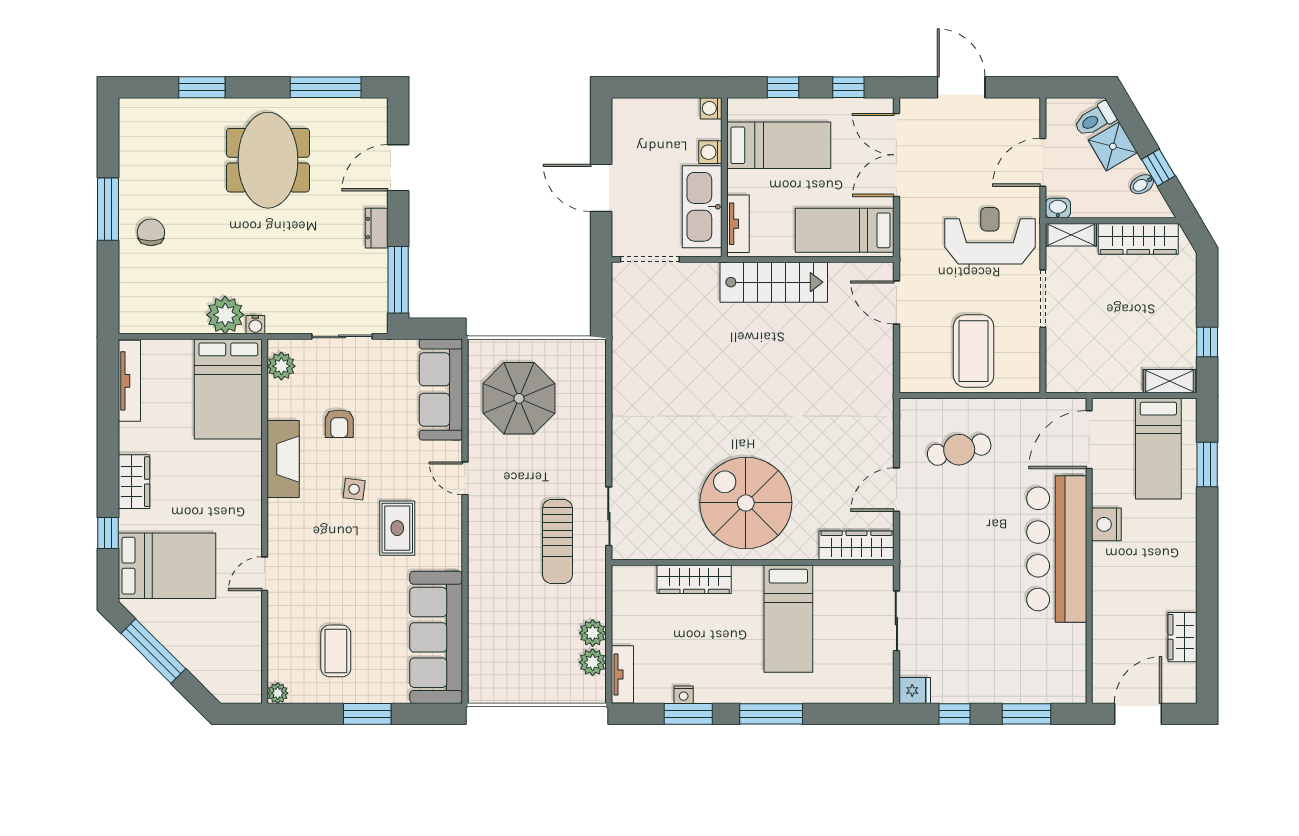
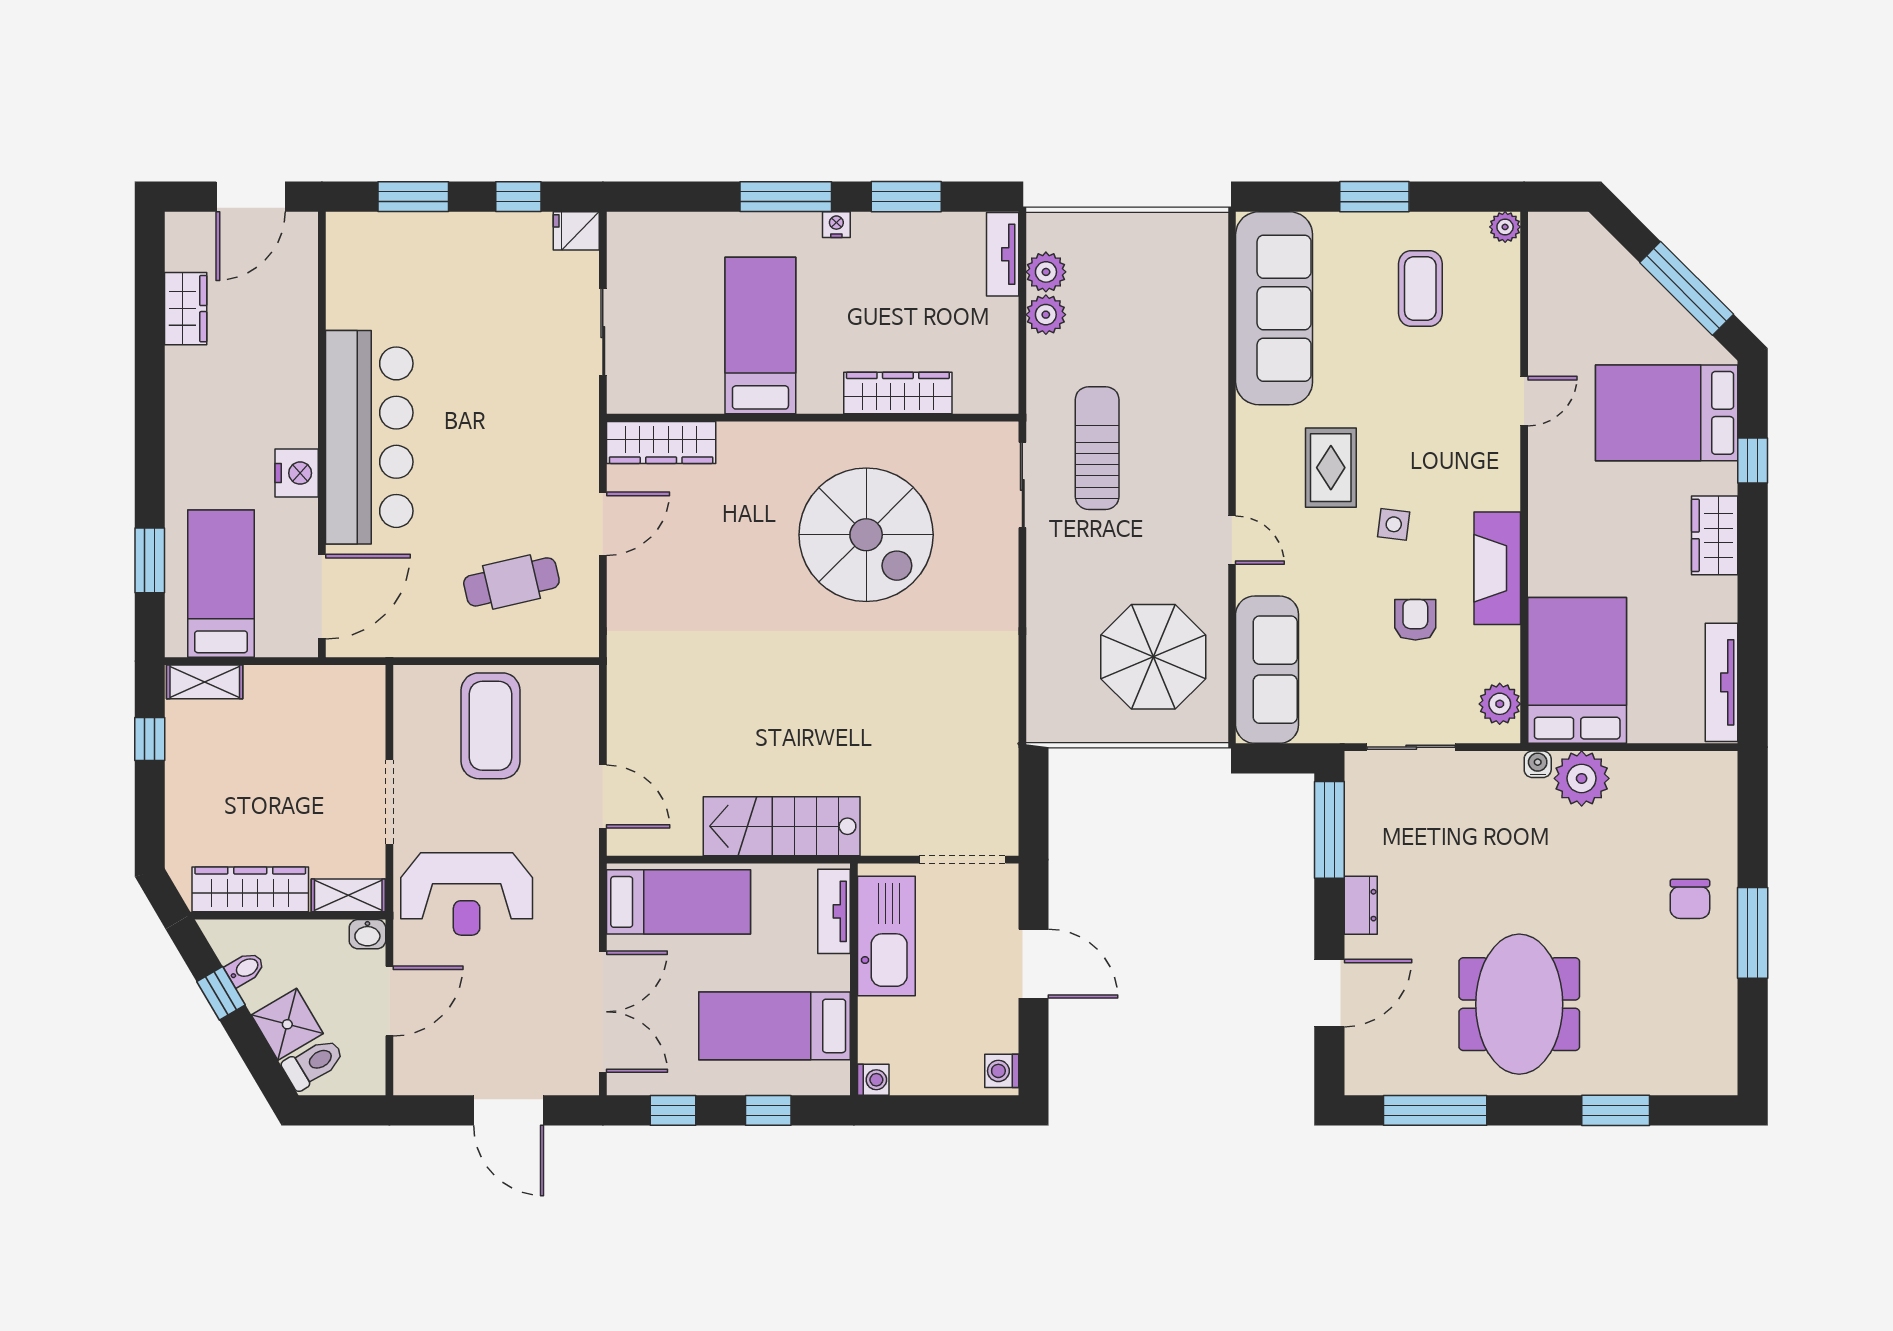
washing machine: (710, 152) -> (1002, 1071), moved, turned 180
spiral stairs: (746, 503) -> (866, 535), moved
nightstand: (684, 695) -> (836, 225), moved

